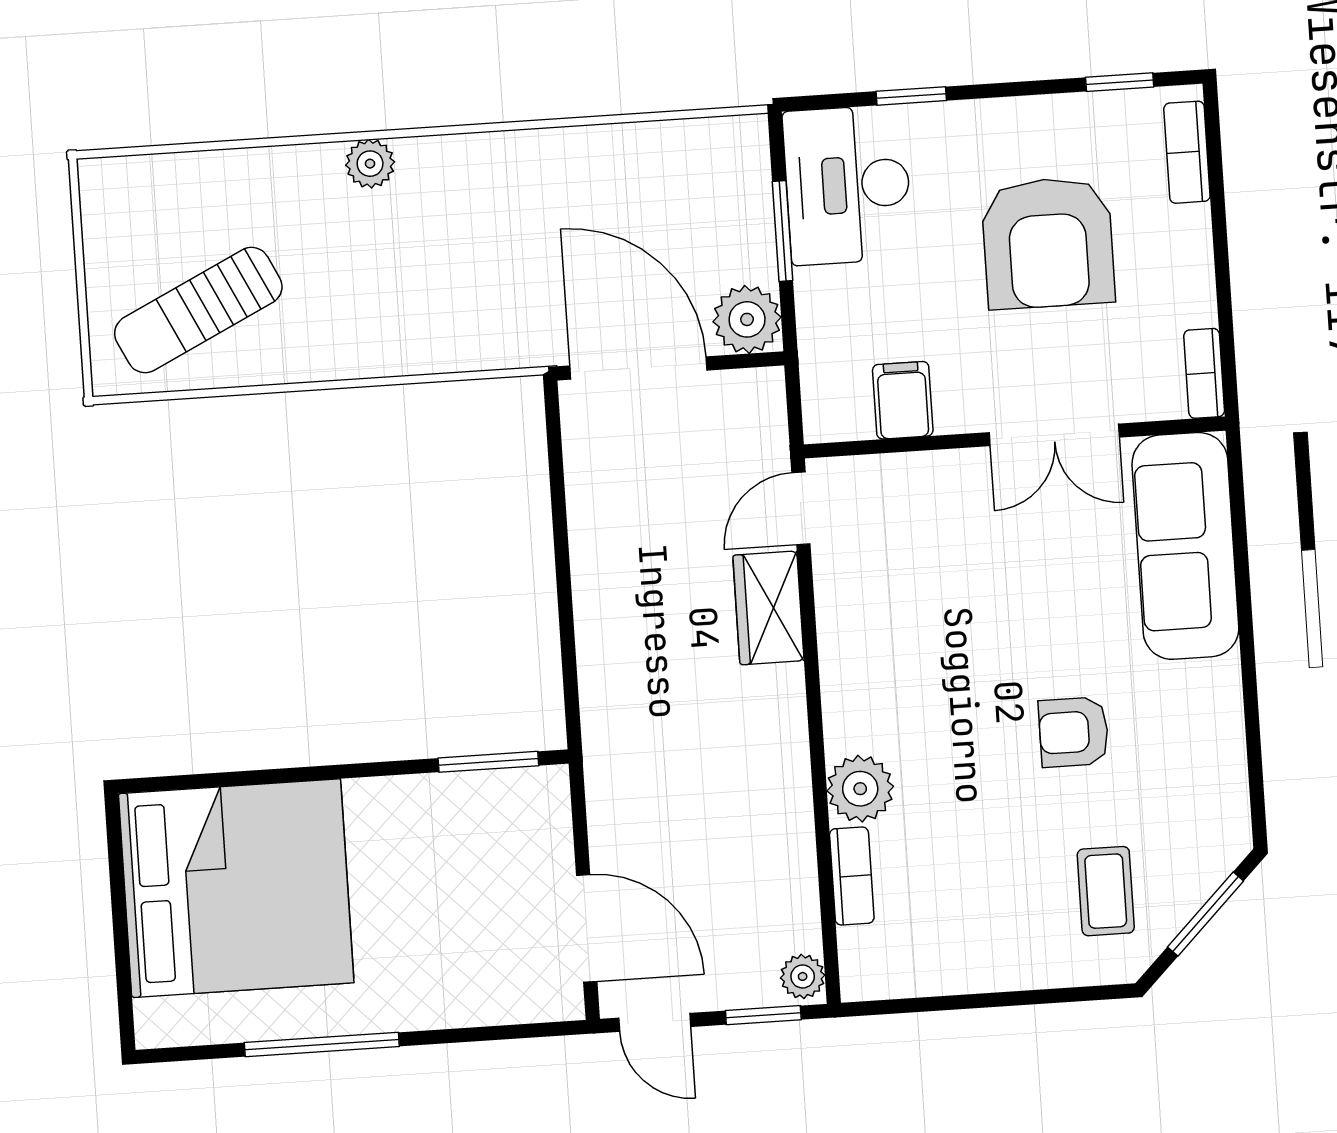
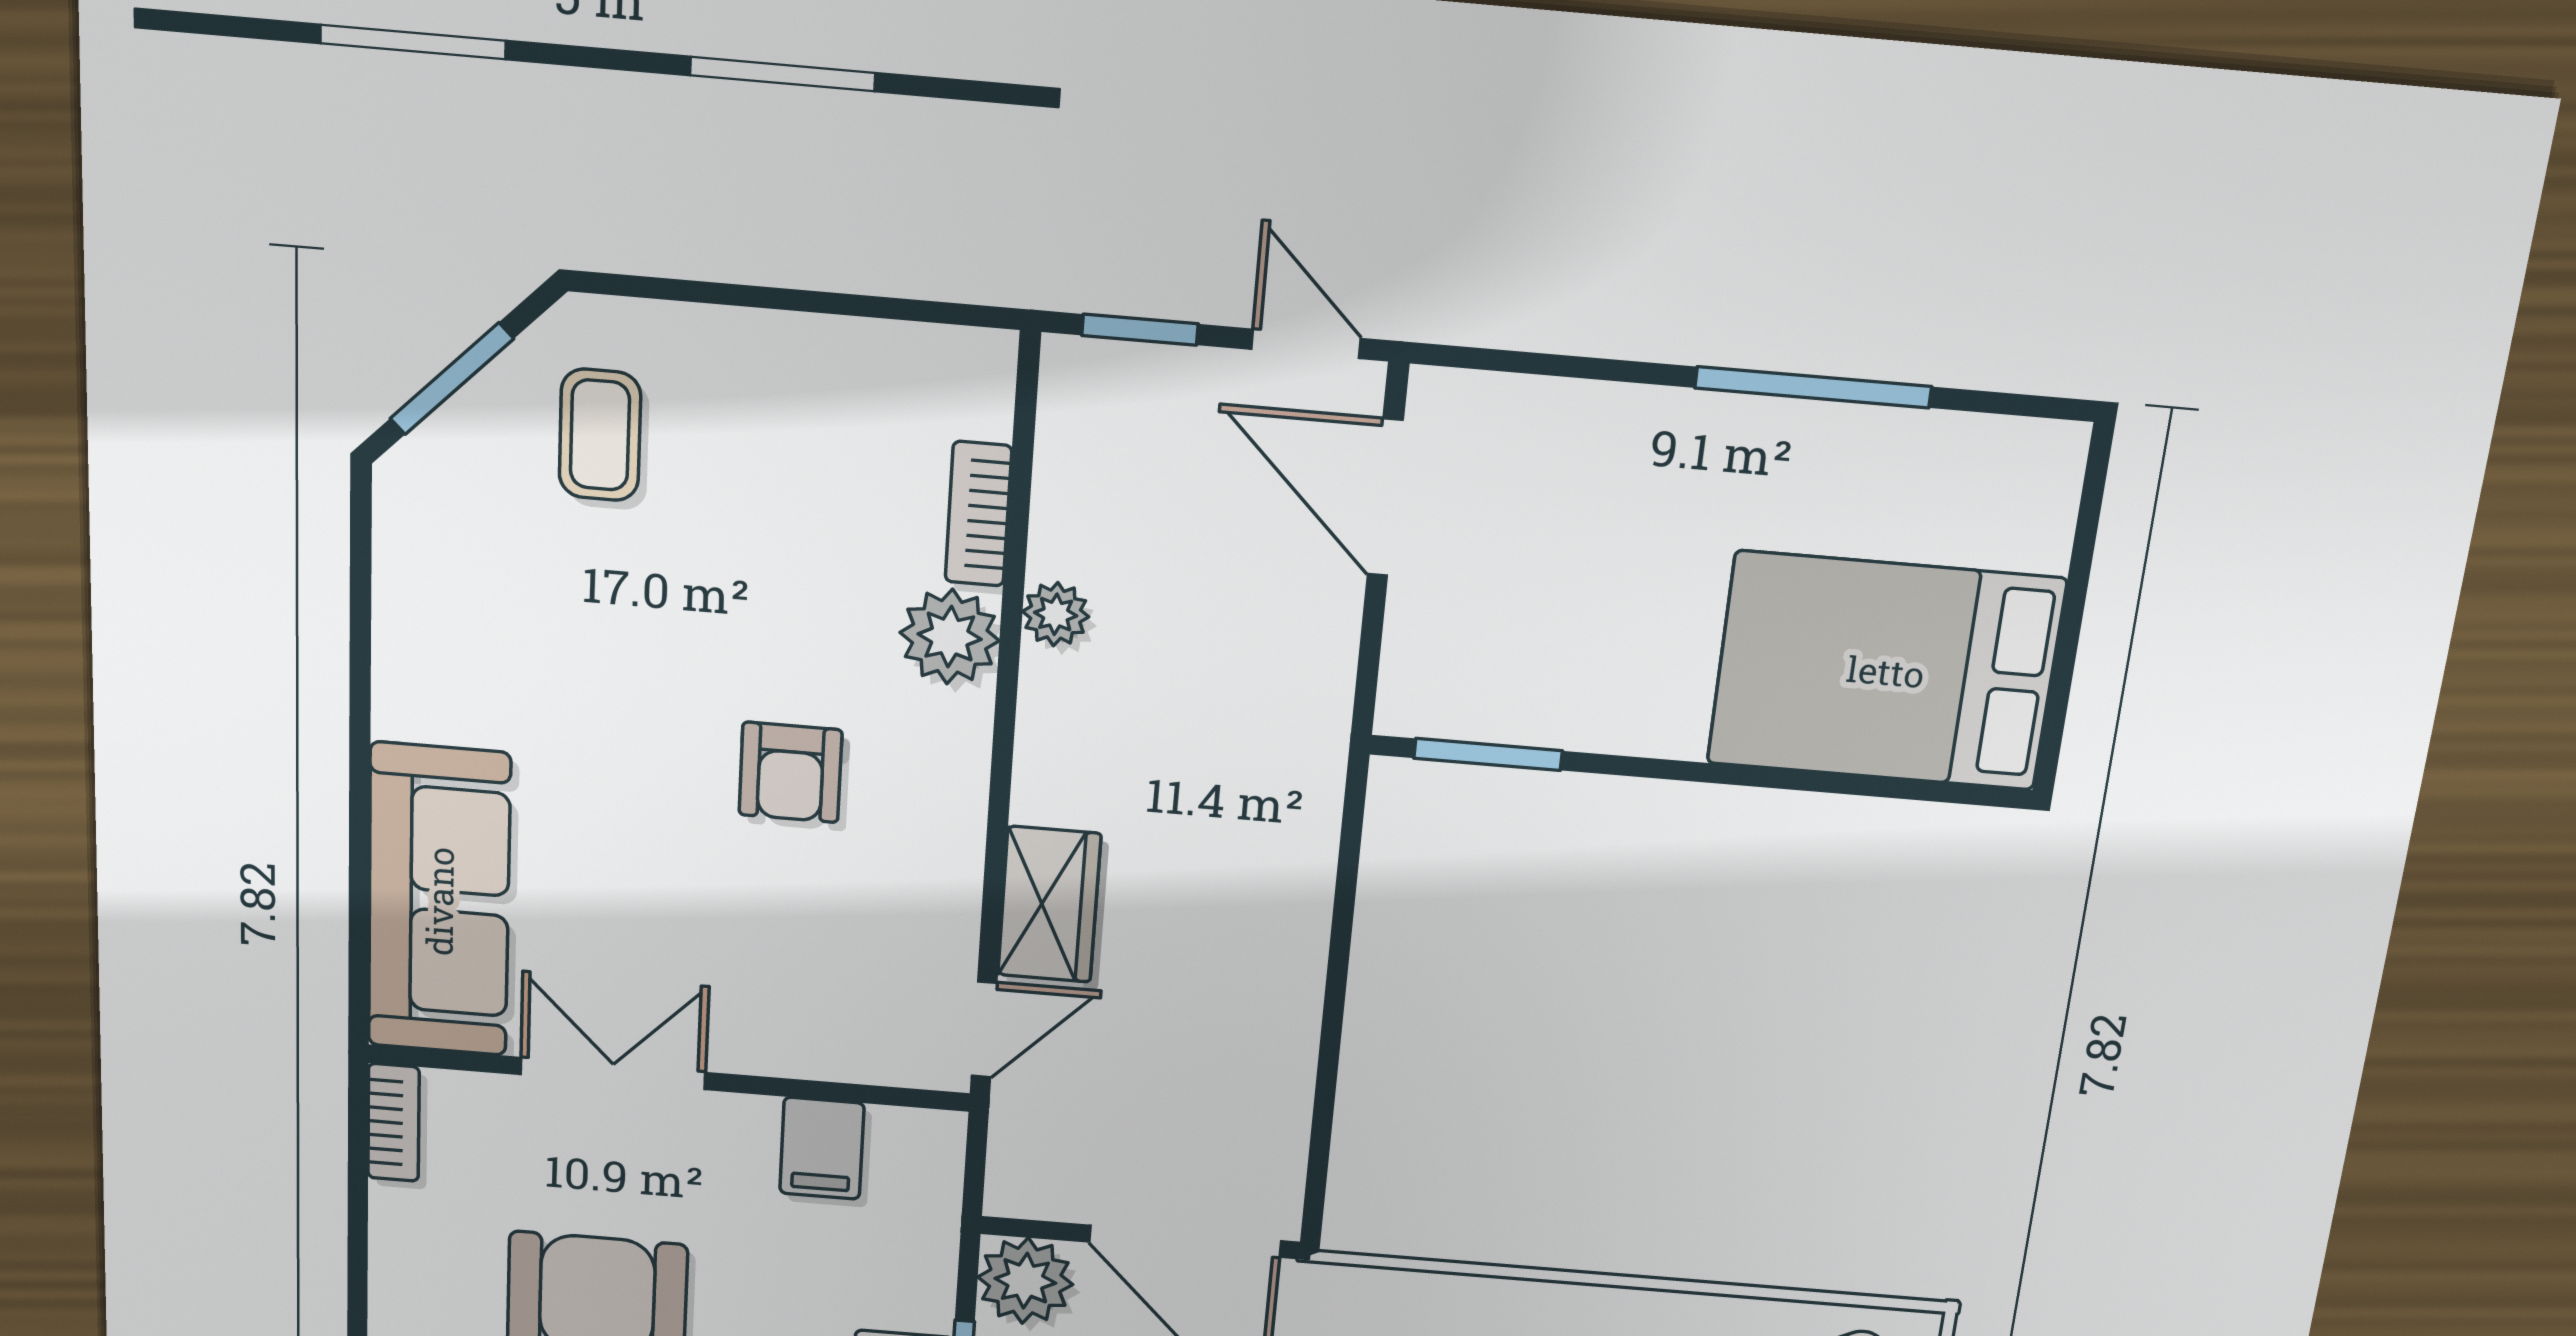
armchair: (1074, 732) -> (790, 772), moved, turned 90
bed: (236, 888) -> (1886, 671), width x0.73
plant: (803, 976) -> (1056, 614), moved

